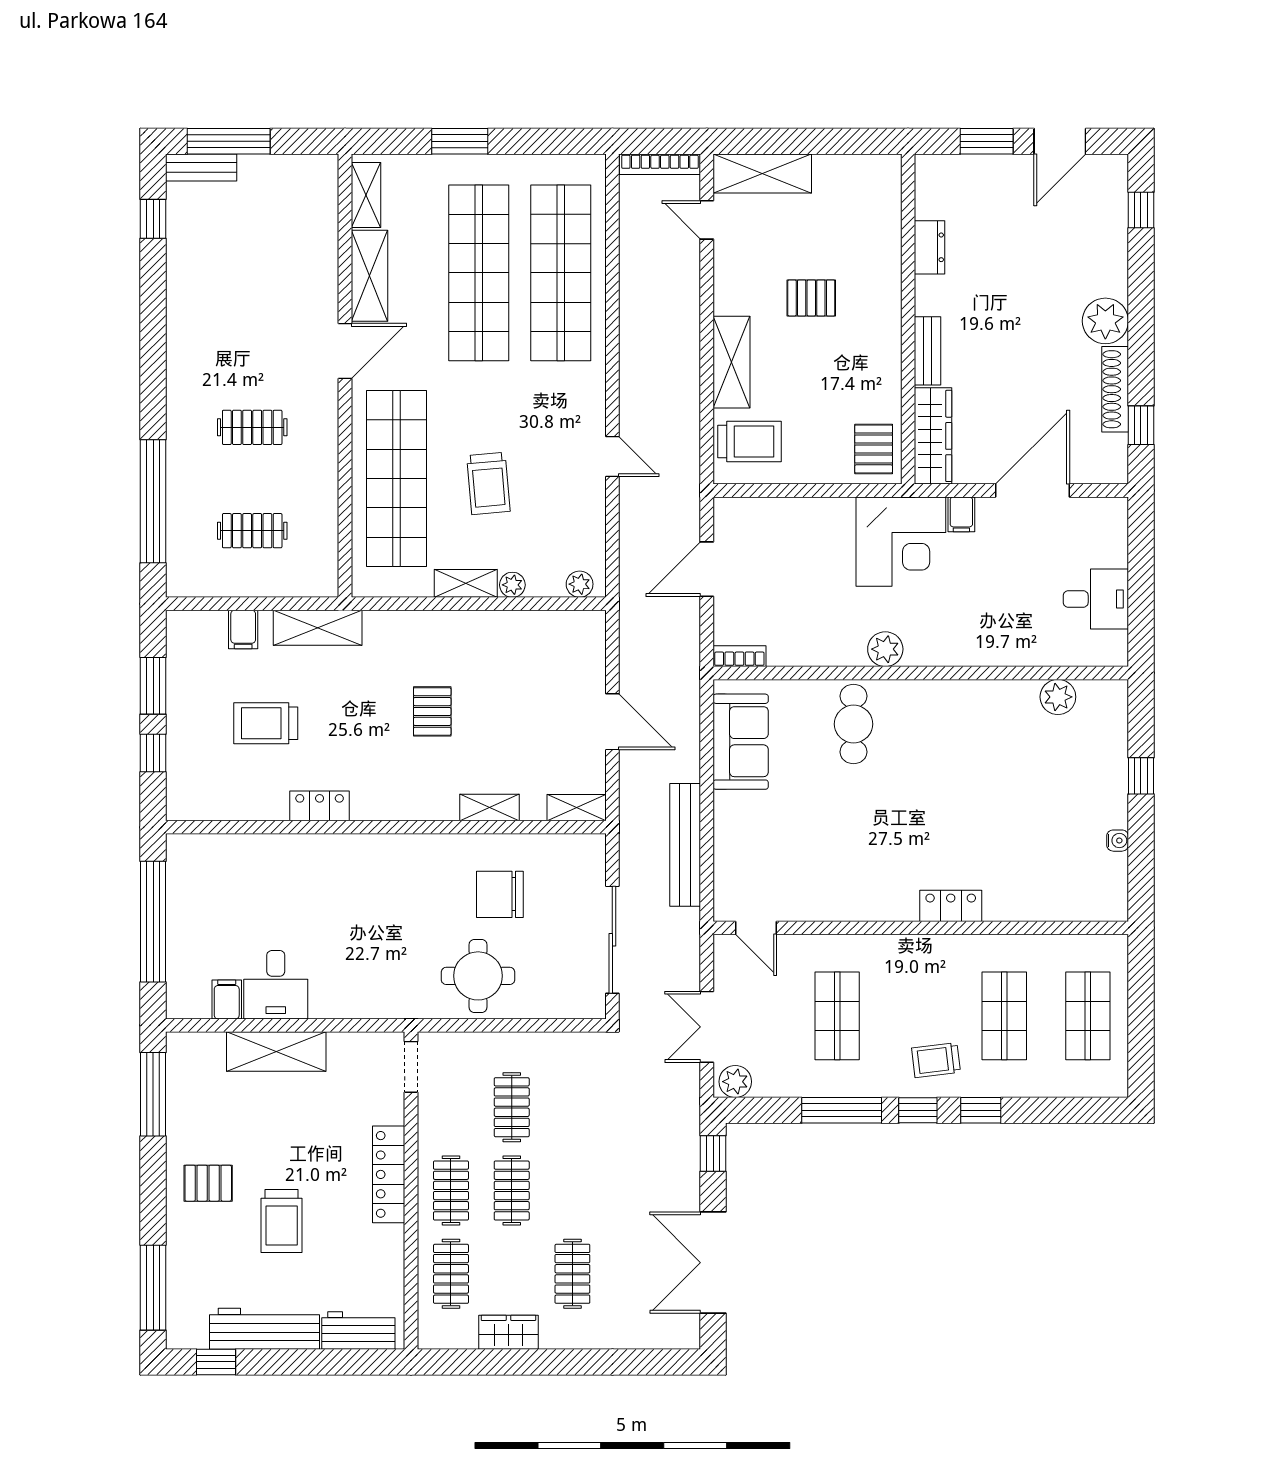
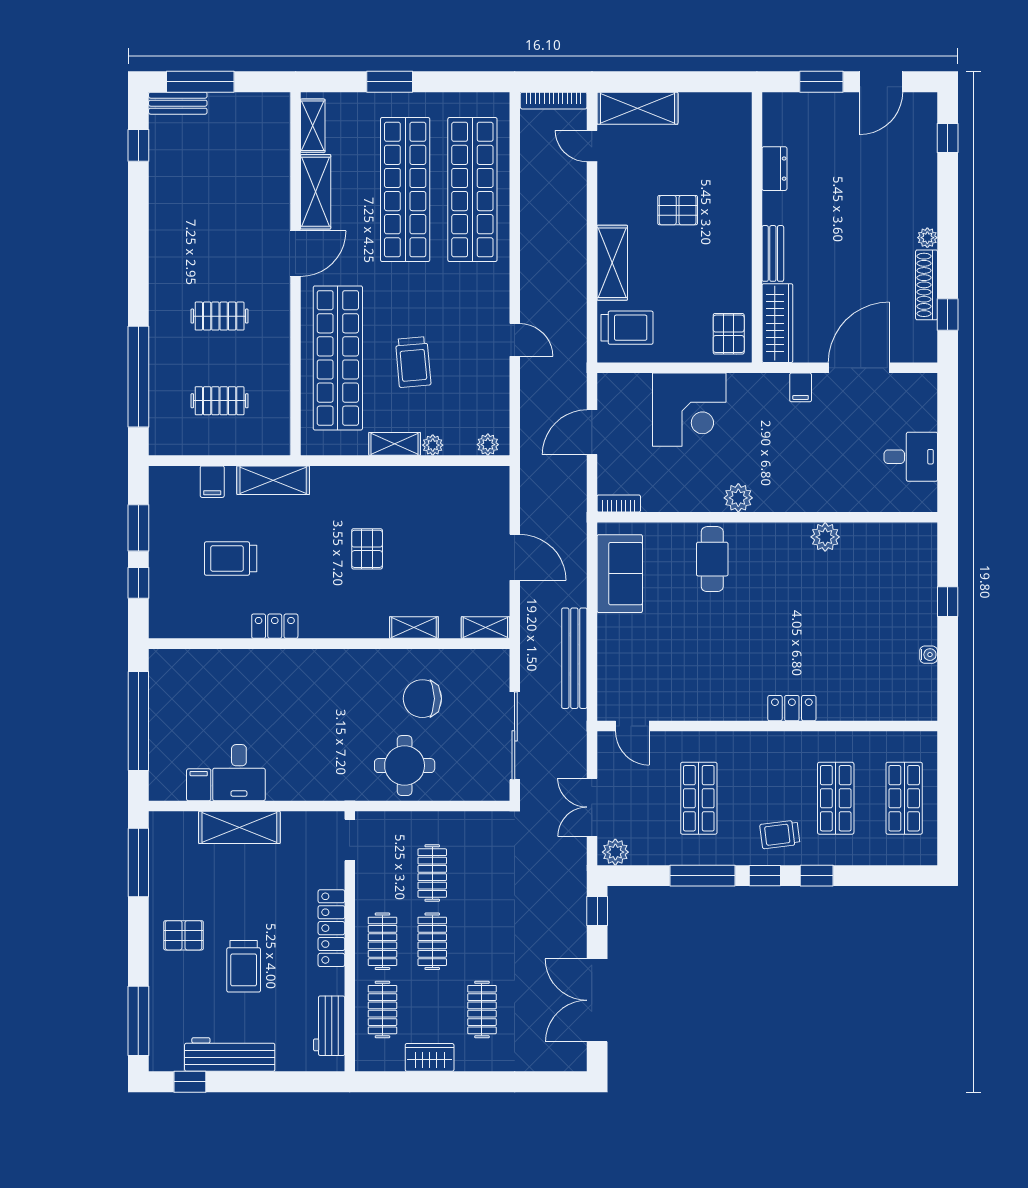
plant: (1105, 321) -> (927, 238), width x0.53, depth x0.53
corner desk: (901, 542) -> (689, 410), moved
plant: (1058, 697) -> (825, 537), moved
workbench: (358, 1331) -> (329, 1026), moved, turned -90

